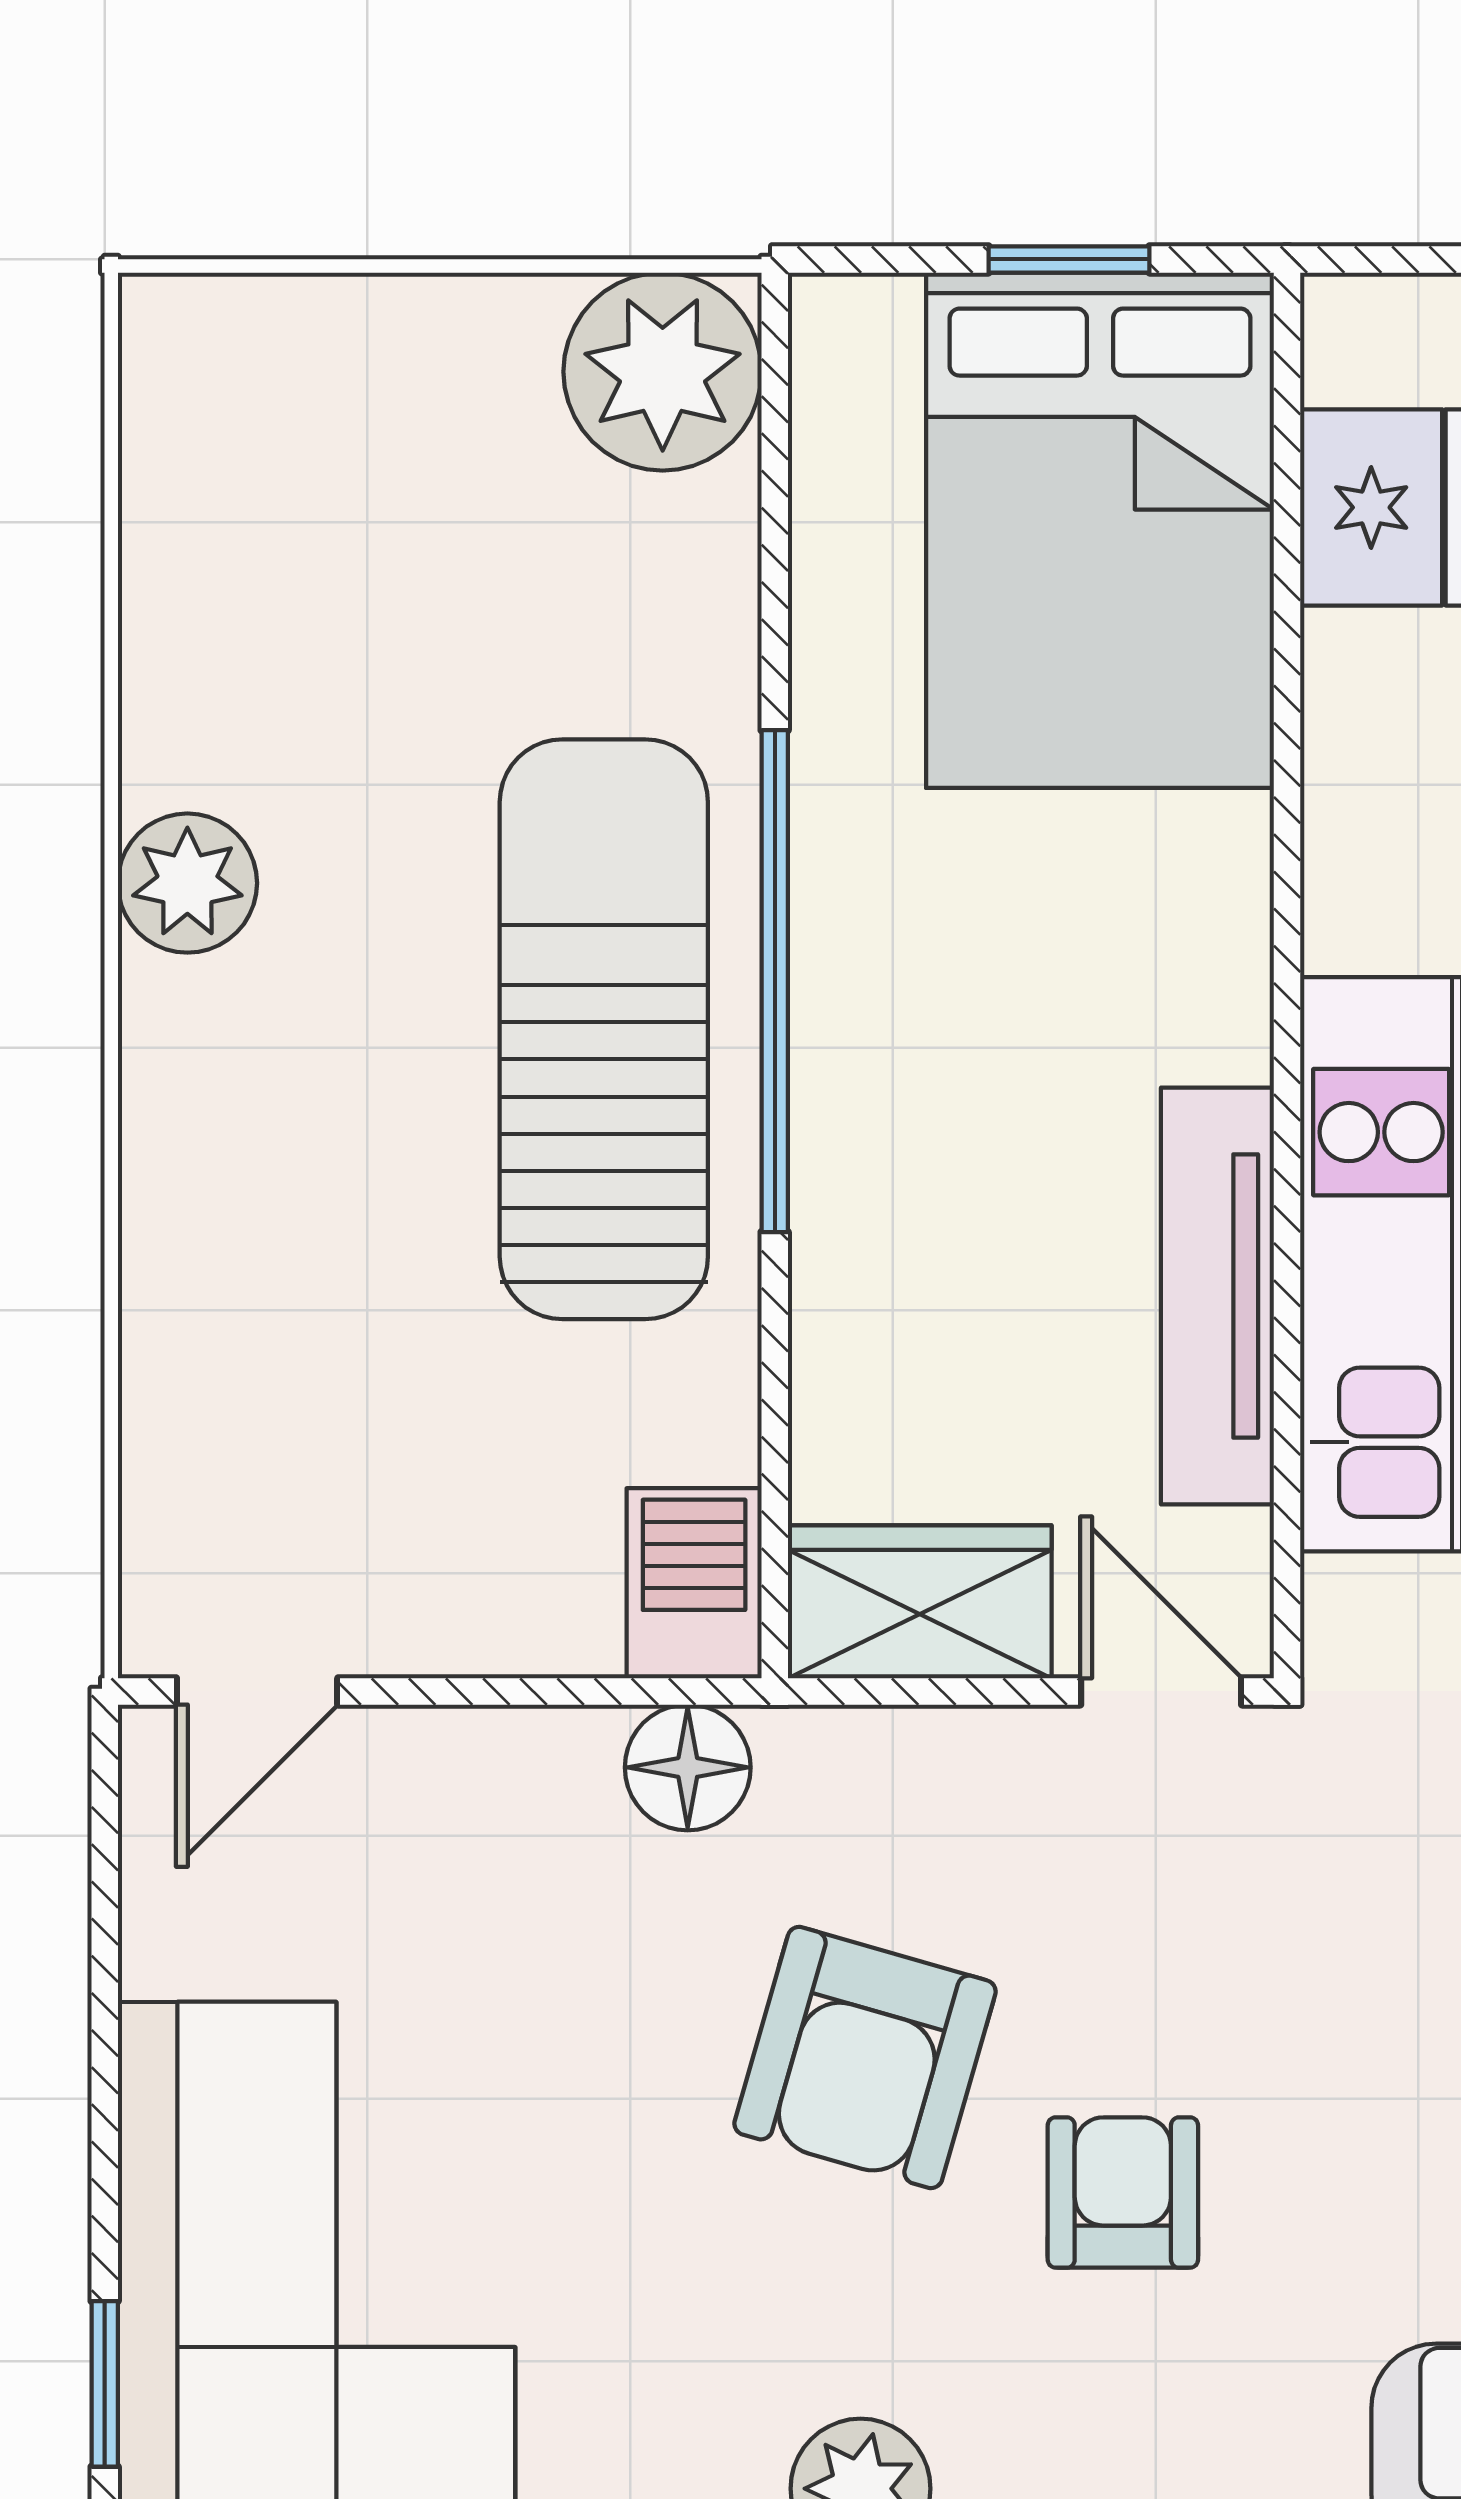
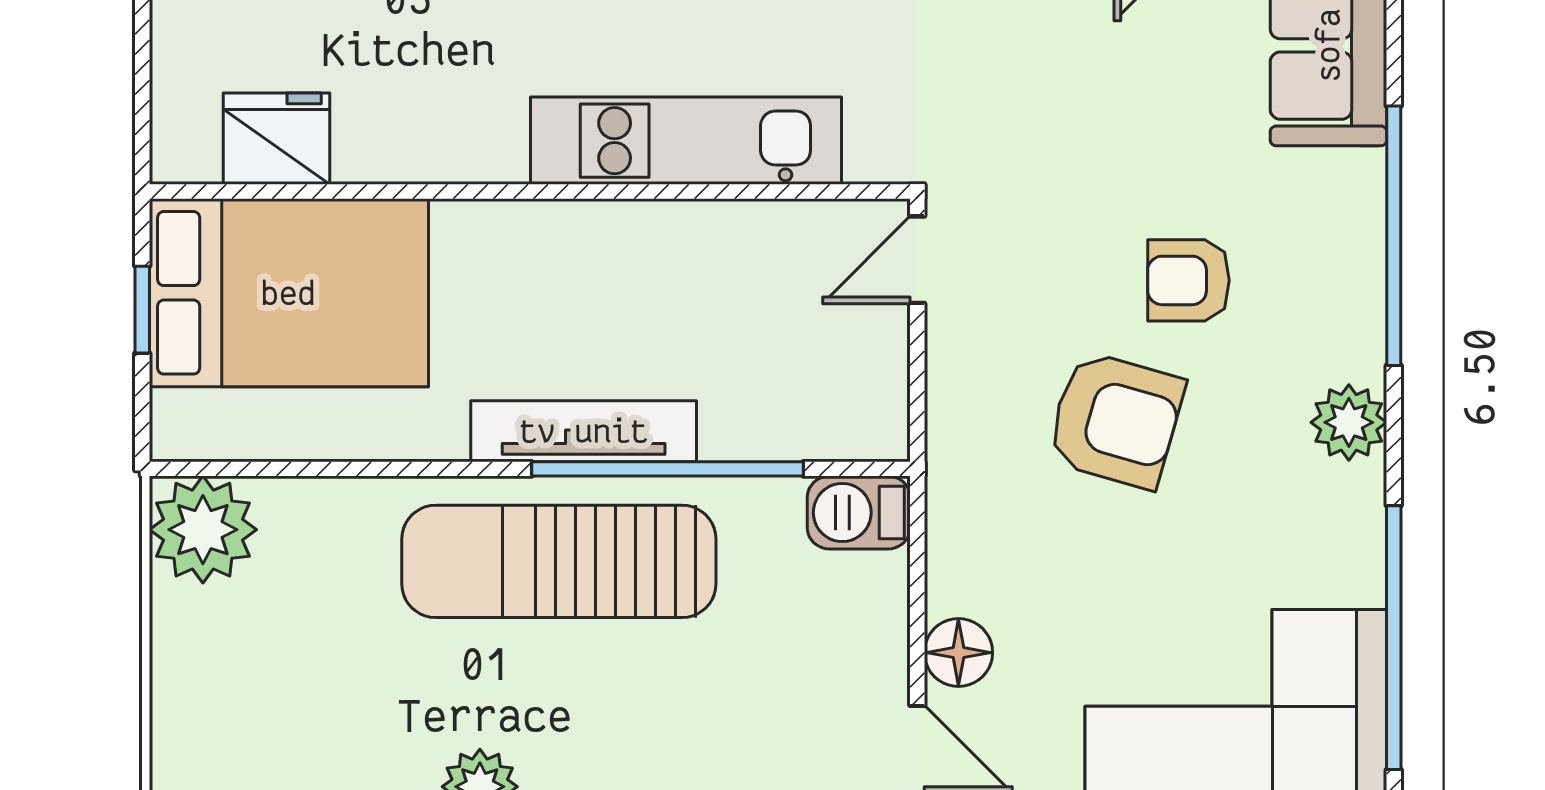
window: (775, 981) -> (667, 469), moved
tv unit: (1217, 1296) -> (584, 431), moved, turned 180
wardrobe: (920, 1602) -> (869, 390), removed
floor lamp: (688, 1767) -> (958, 653), moved

